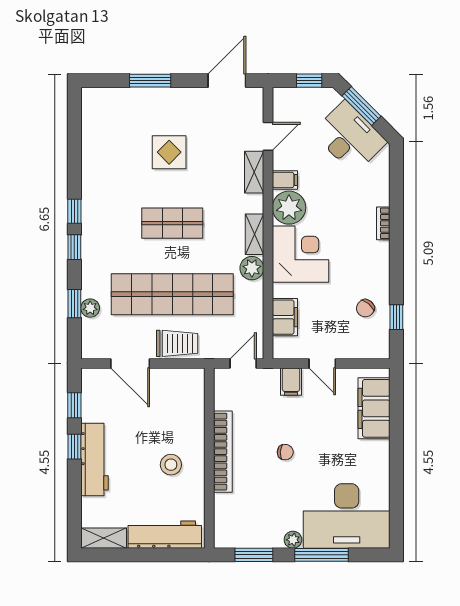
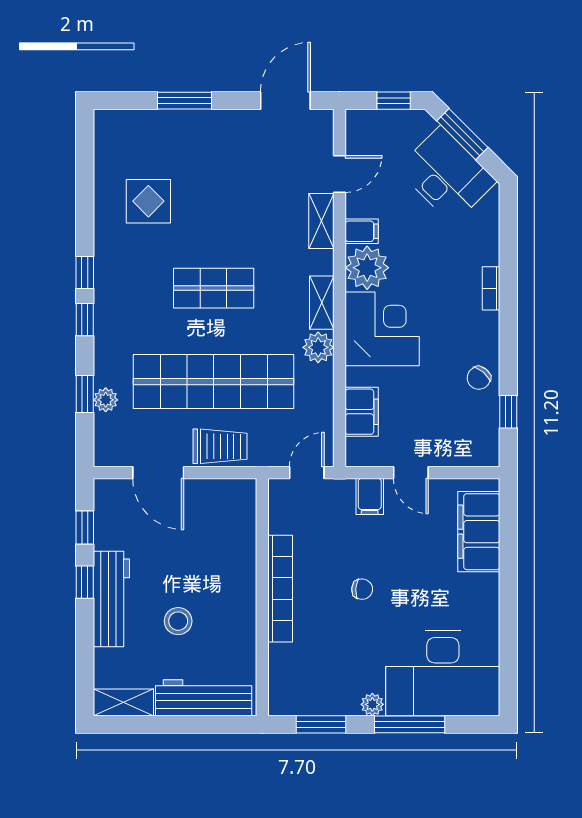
display table: (169, 152) -> (148, 201), moved
chair: (365, 308) -> (479, 378), moved
stool: (171, 465) -> (178, 621), moved

